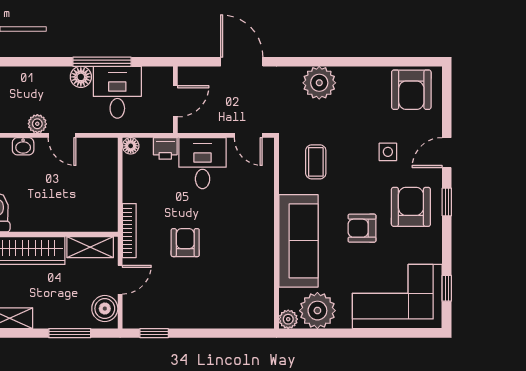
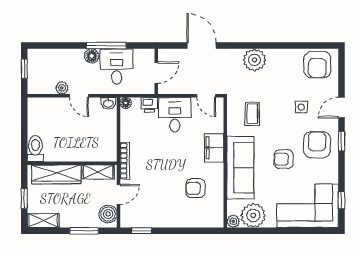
washbasin: (23, 146) -> (108, 103), moved
filing cabinet: (260, 211) -> (214, 148), added
armchair: (185, 243) -> (195, 188), moved, turned -90

